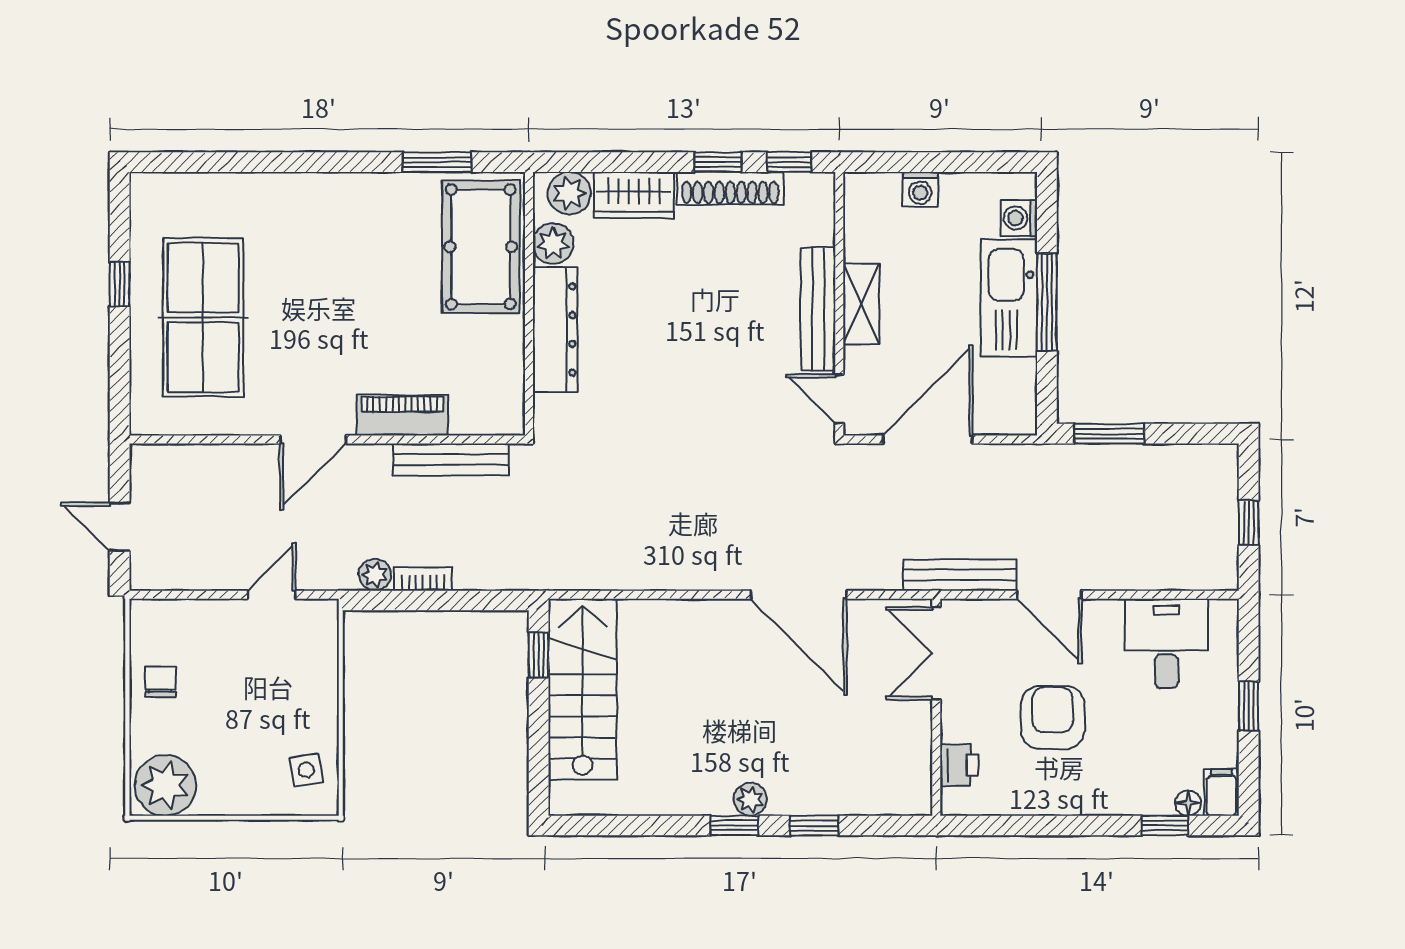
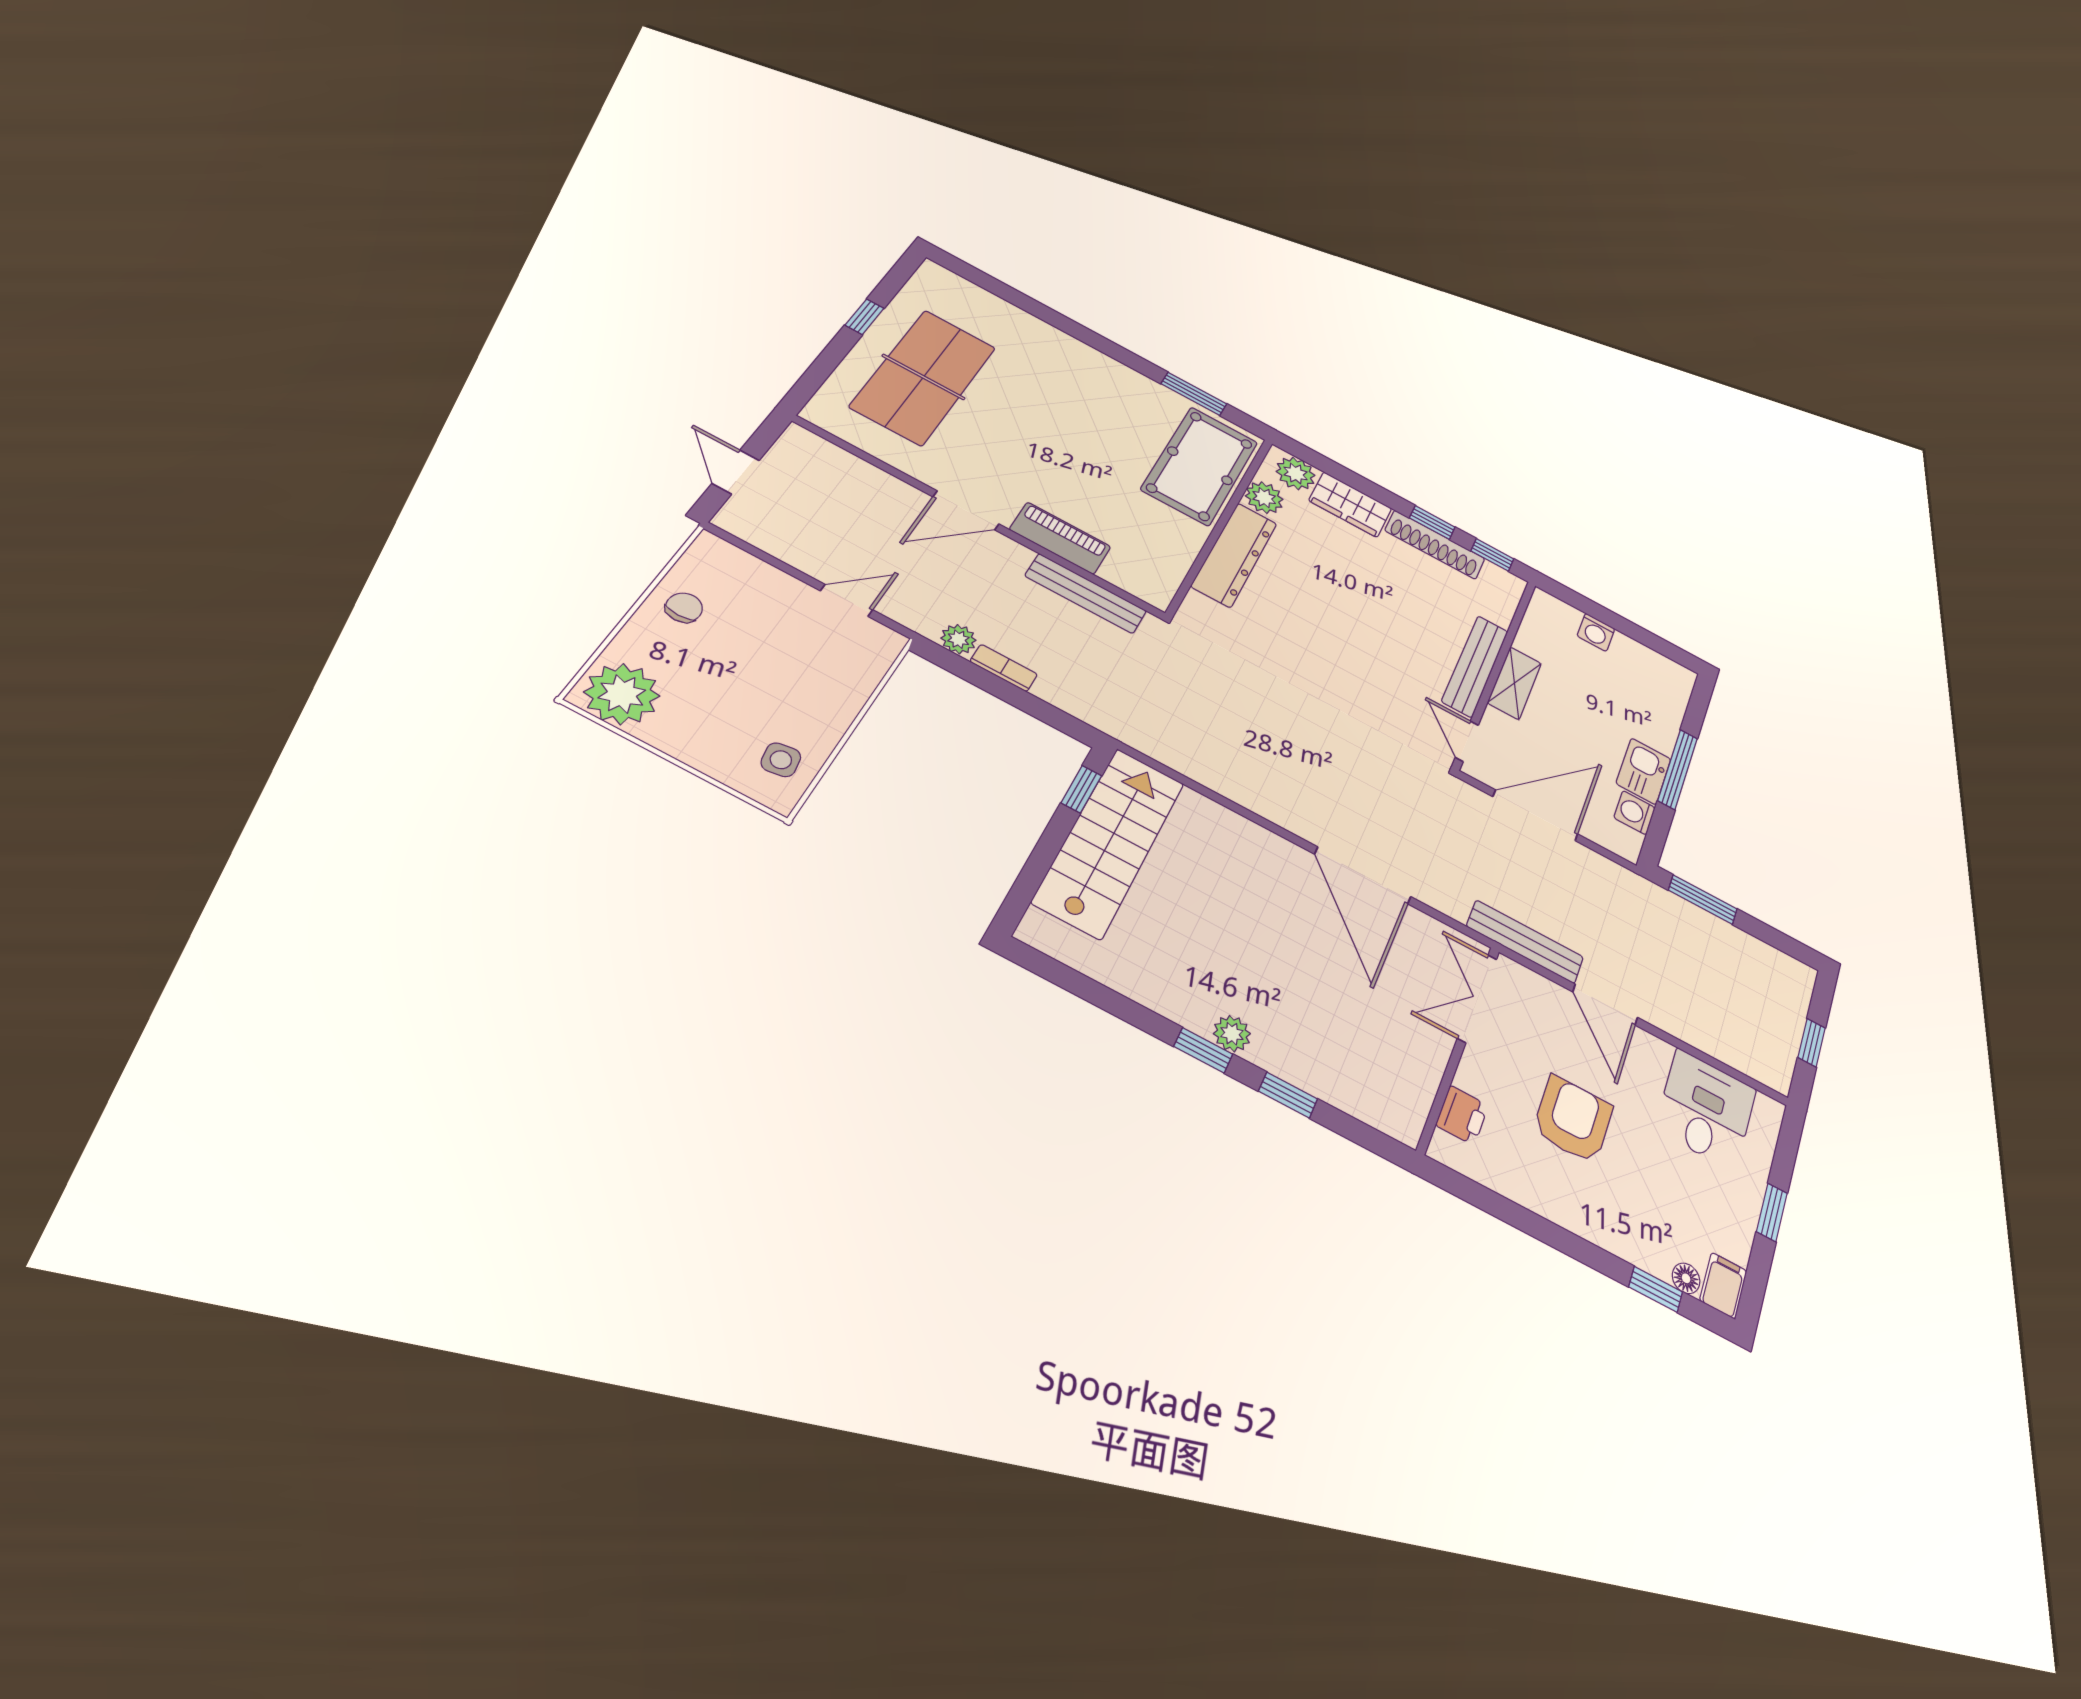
washing machine: (1019, 218) -> (1635, 813), moved
kitchen sink: (1009, 298) -> (1644, 771), width x0.53, depth x0.81

